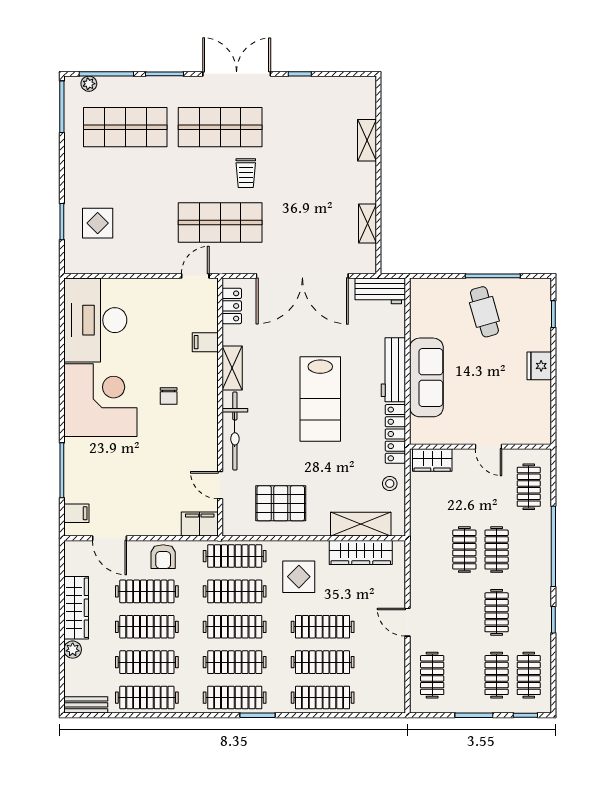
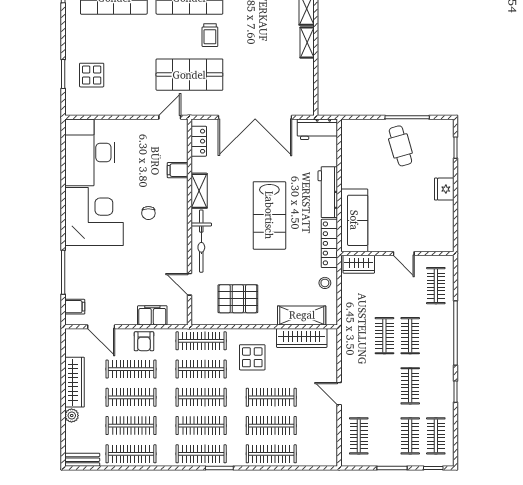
shelving: (367, 223) -> (307, 43), moved
sofa: (426, 377) -> (354, 220), moved
filing cabinet: (200, 524) -> (152, 315), moved

